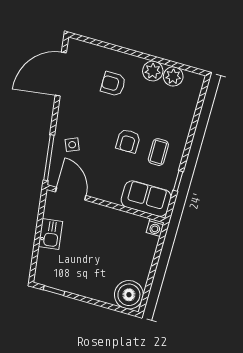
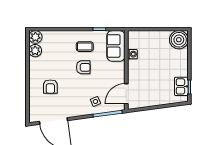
plant: (153, 71) -> (35, 37), moved
washing machine: (155, 227) -> (132, 54), moved
kitchen sink: (50, 234) -> (181, 86), moved, turned -82

